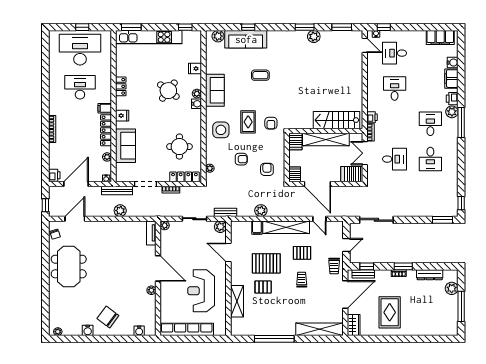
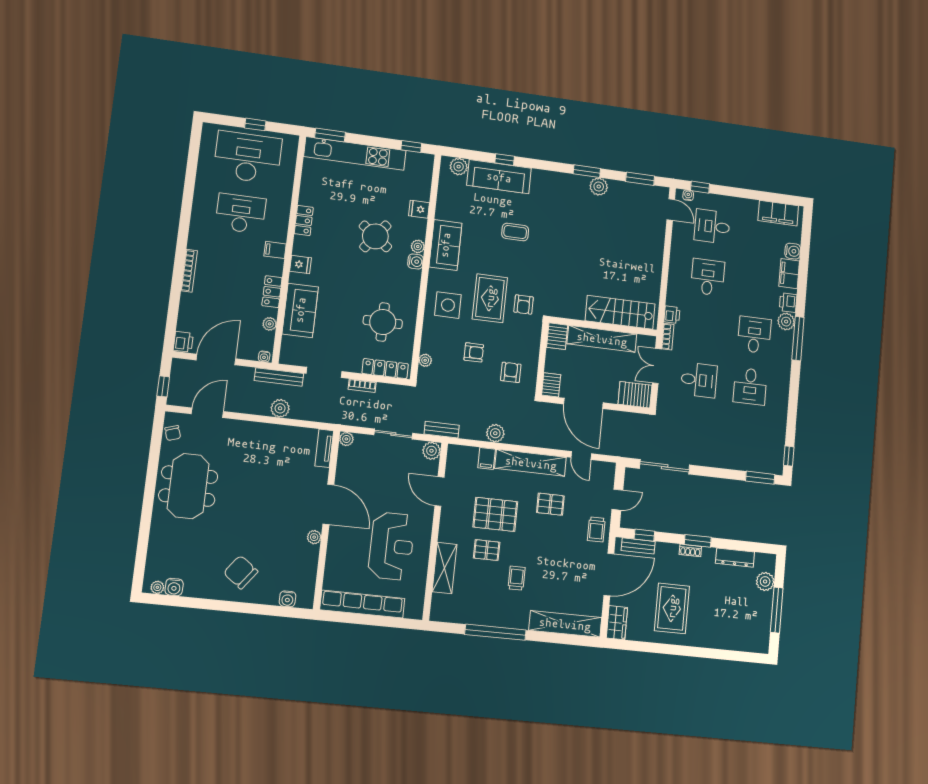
rug: (248, 122) -> (490, 298), width x1.36, depth x1.43
locker: (106, 130) -> (272, 292), width x0.66
trolley: (302, 280) -> (517, 578), moved
reception desk: (201, 291) -> (391, 546), turned 180
water cooler: (88, 330) -> (174, 587), moved

